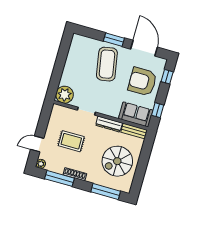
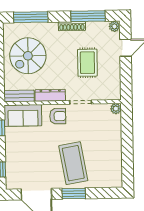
armchair: (142, 82) -> (58, 116), moved, width x0.53, depth x0.53
plant: (65, 95) -> (116, 109), width x0.53, depth x0.53
rug: (71, 141) -> (87, 63), turned 90
spiral stairs: (117, 161) -> (28, 56), turned 180

